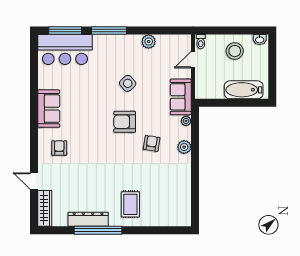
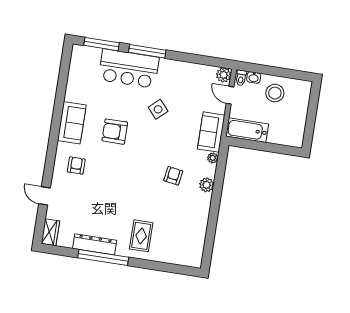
washbasin: (260, 40) -> (254, 77), moved
plant: (149, 42) -> (224, 75), moved
bar counter: (65, 50) -> (129, 69), moved
door: (193, 60) -> (230, 95), hinge flipped
bathtub: (244, 90) -> (247, 130), moved
armchair: (125, 122) -> (115, 132), moved
wardrobe: (45, 208) -> (50, 232), width x0.67

